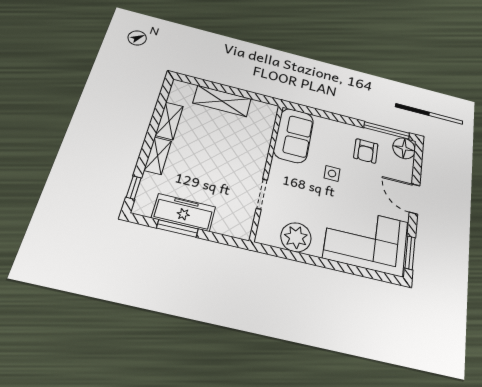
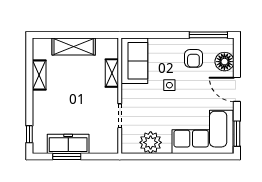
floor lamp: (404, 148) -> (224, 62), moved
shelving: (158, 156) -> (112, 73), moved

